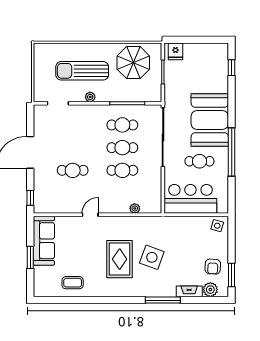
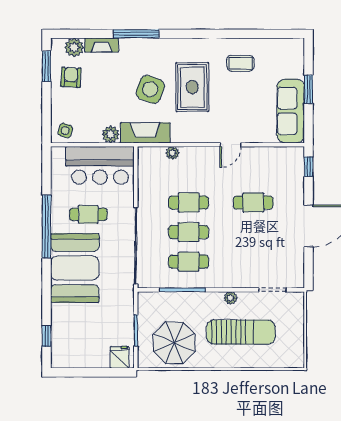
plant: (182, 223) -> (111, 134), added
fireplace: (156, 224) -> (145, 133), added
coffee table: (73, 283) -> (240, 63), moved

